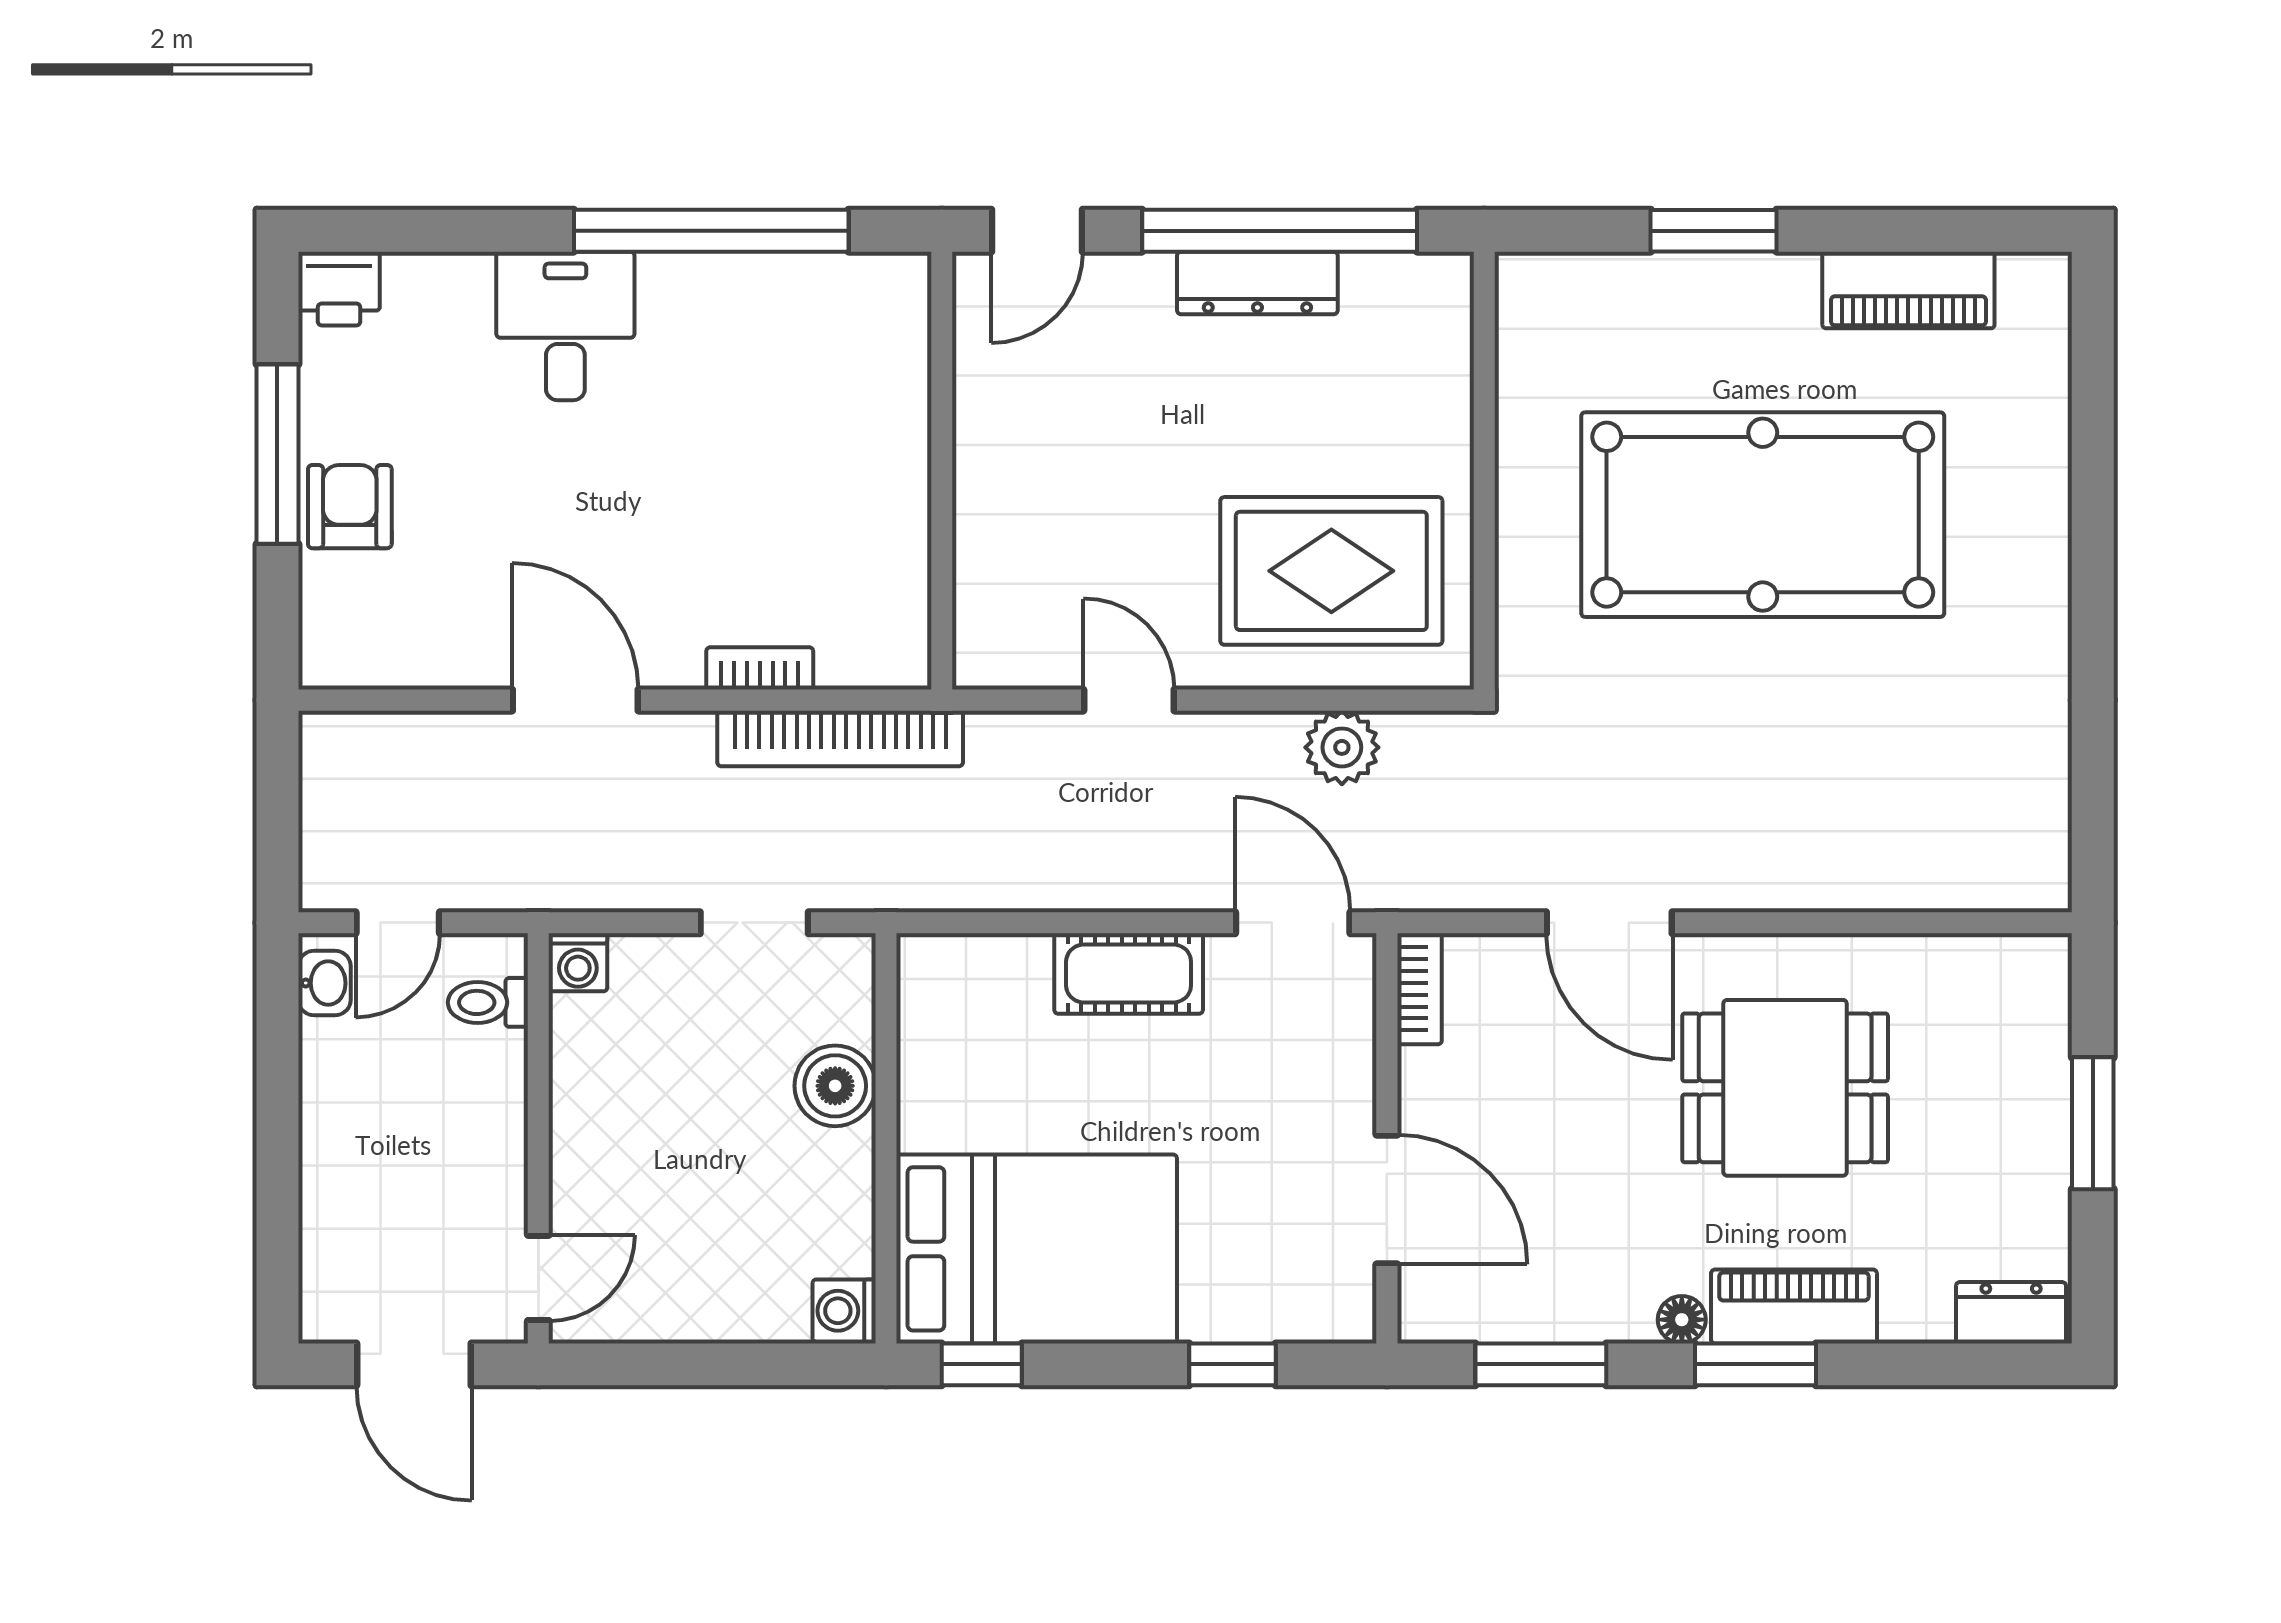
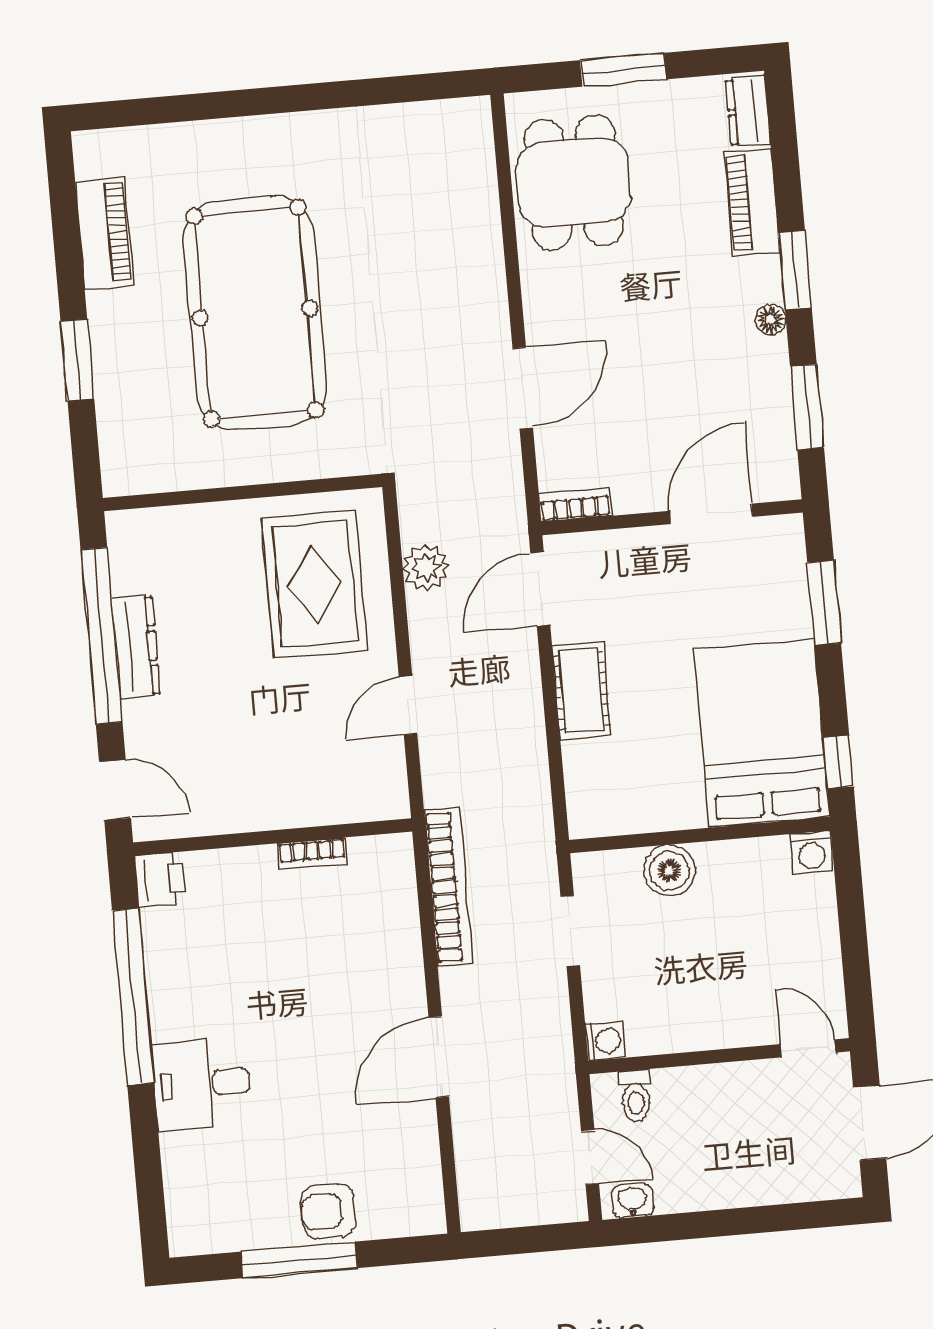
printer: (339, 289) -> (160, 880), moved
bookcase: (760, 668) -> (312, 854), moved, turned -90
dining table: (1785, 1088) -> (574, 182), moved
piano: (1794, 1306) -> (752, 202), moved
window: (1232, 1364) -> (824, 603), width x1.50

